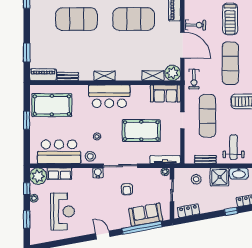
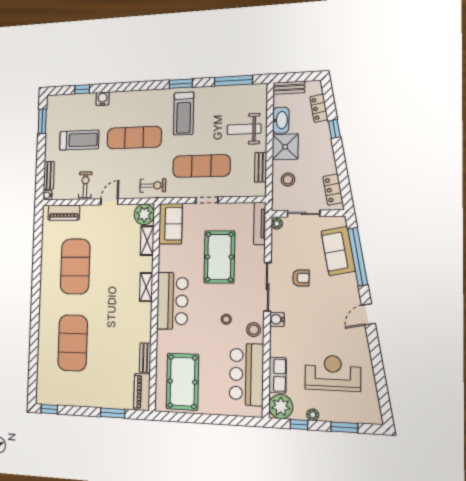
door: (182, 45) -> (109, 202), width x0.53
shelving: (105, 76) -> (146, 287), moved
window: (27, 120) -> (202, 419), removed

